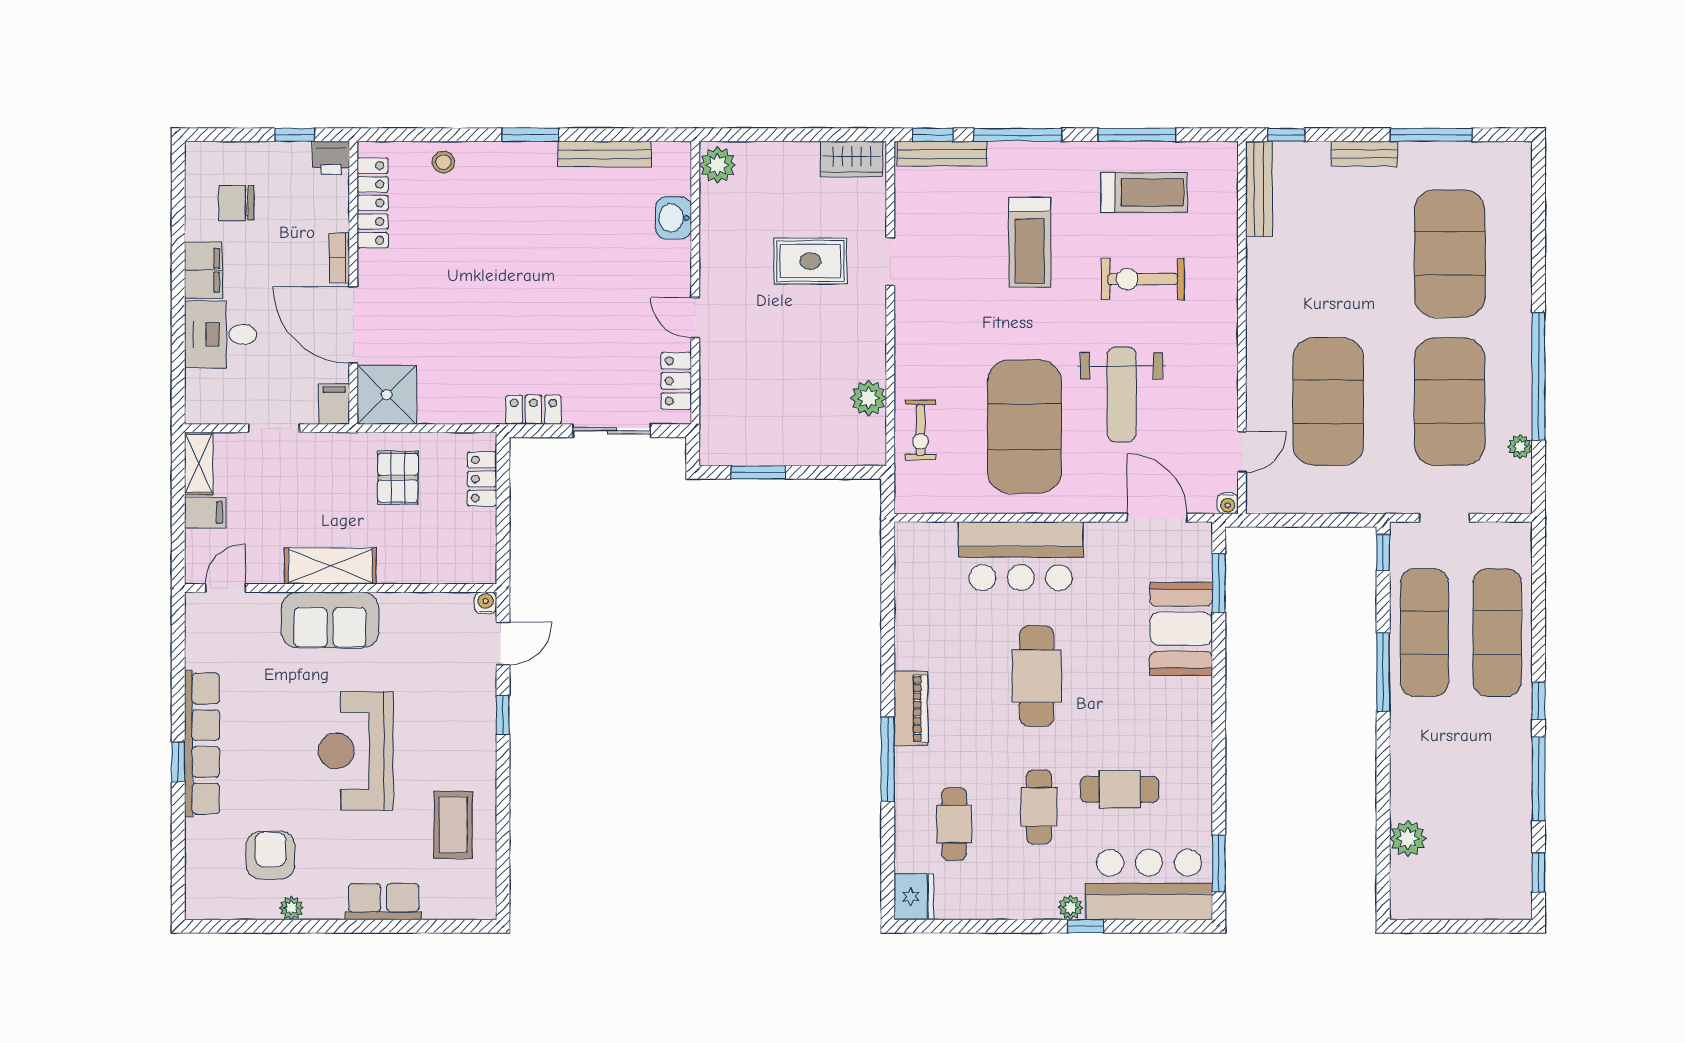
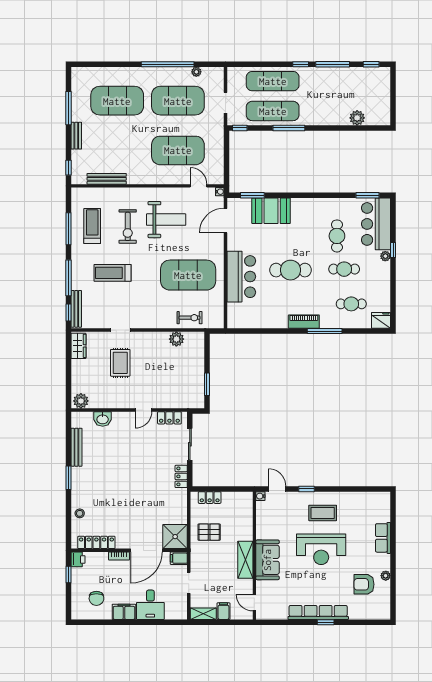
bench: (1259, 189) -> (107, 179), moved
treadmill: (1030, 242) -> (113, 273), turned 180
weight bench: (1122, 394) -> (166, 220), moved
coffee table: (453, 825) -> (323, 513), moved

